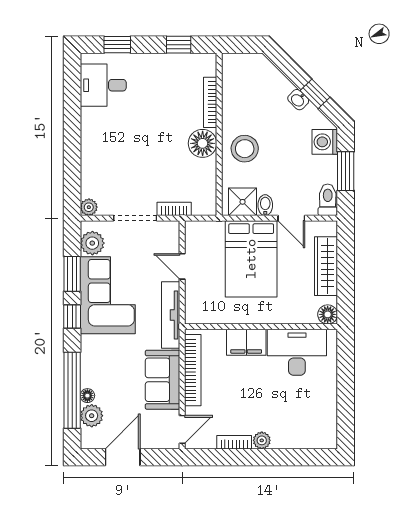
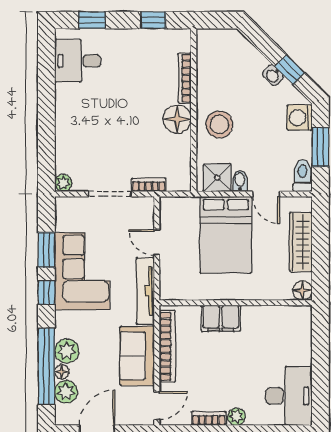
plant: (92, 243) -> (67, 351), moved
desk: (297, 352) -> (289, 396), moved, turned 90

